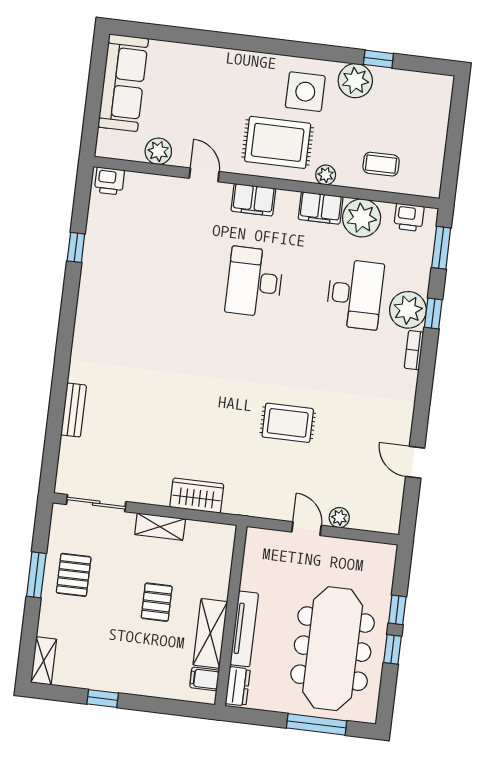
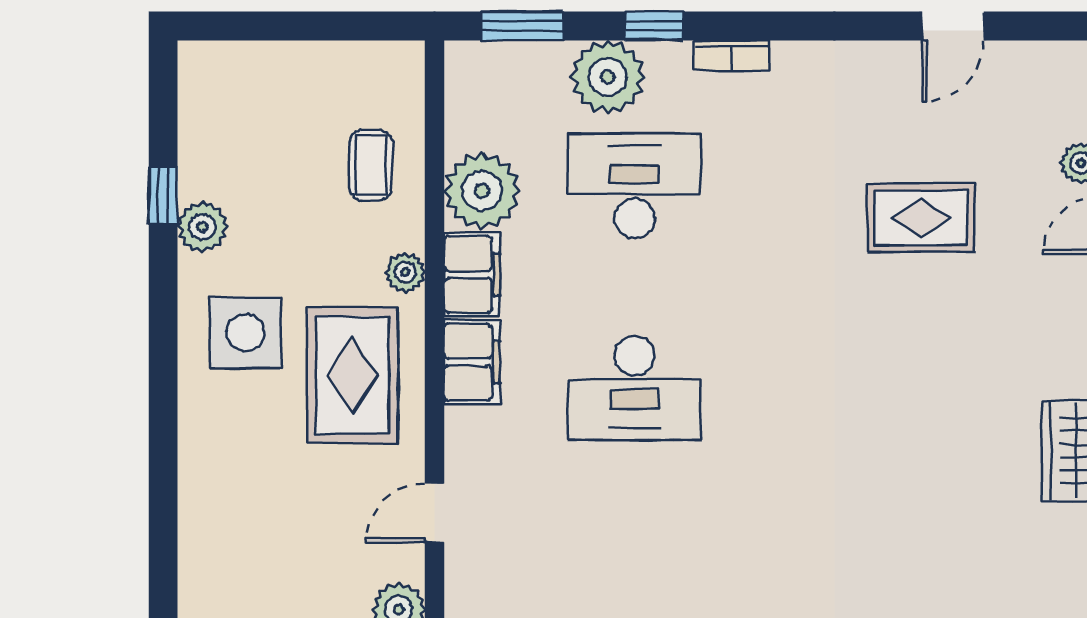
plant: (355, 81) -> (202, 227), width x0.73, depth x0.73
filing cabinet: (253, 200) -> (472, 362), moved
printer: (409, 217) -> (469, 97), removed
plant: (408, 310) -> (608, 77), moved
rug: (288, 423) -> (921, 218), moved, turned 90

